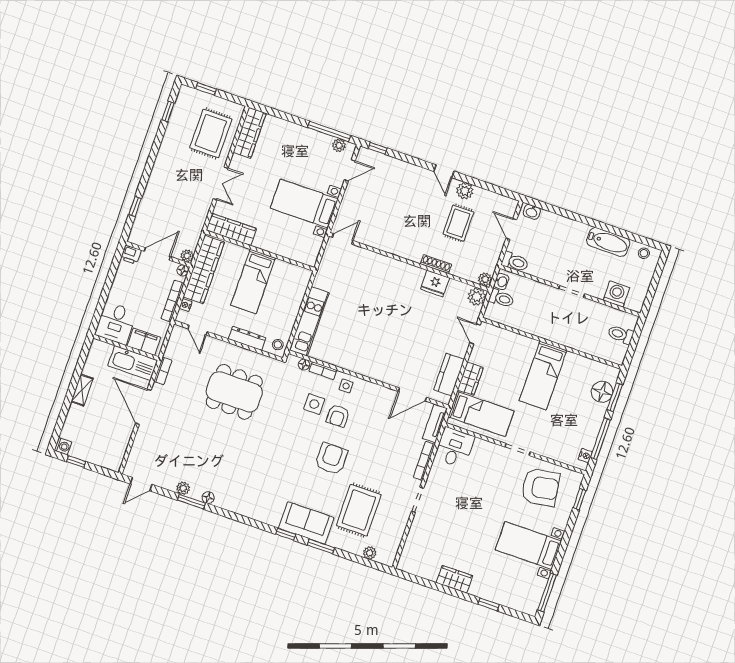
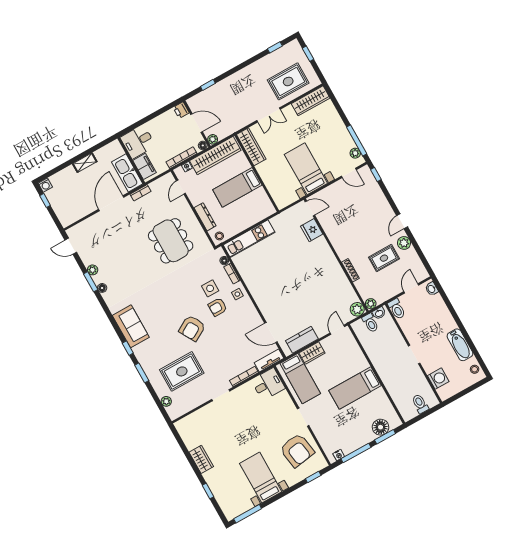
fridge: (435, 283) -> (312, 230), moved
armchair: (331, 459) -> (192, 328), turned 150
sofa: (306, 523) -> (131, 326), moved

